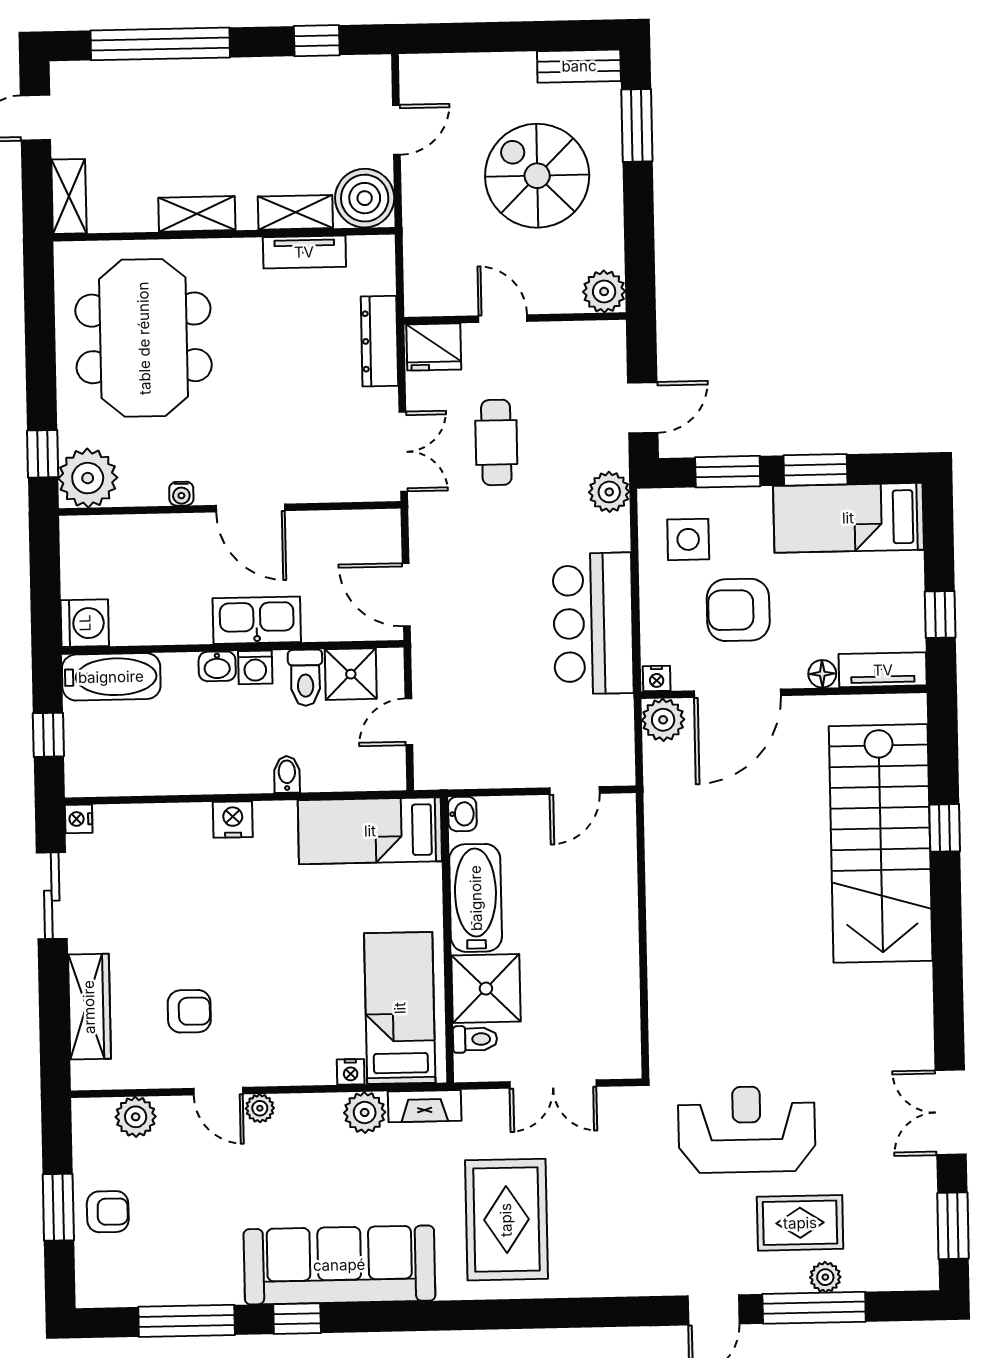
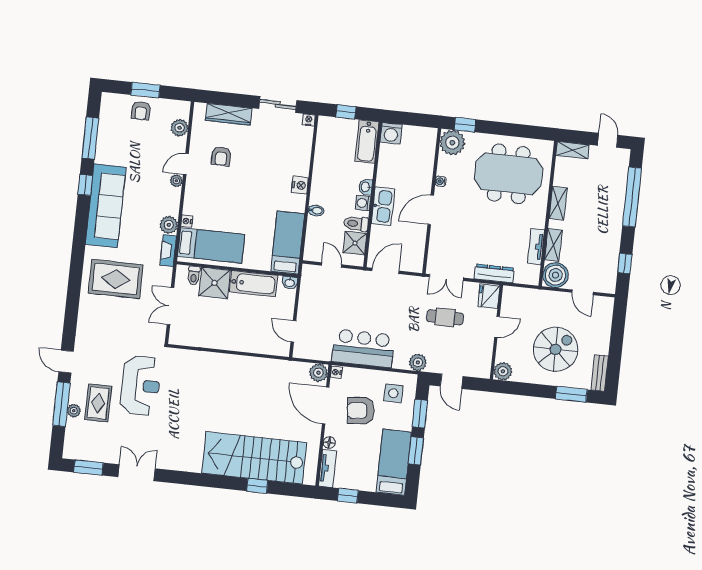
armchair: (738, 610) -> (361, 411), turned -96

